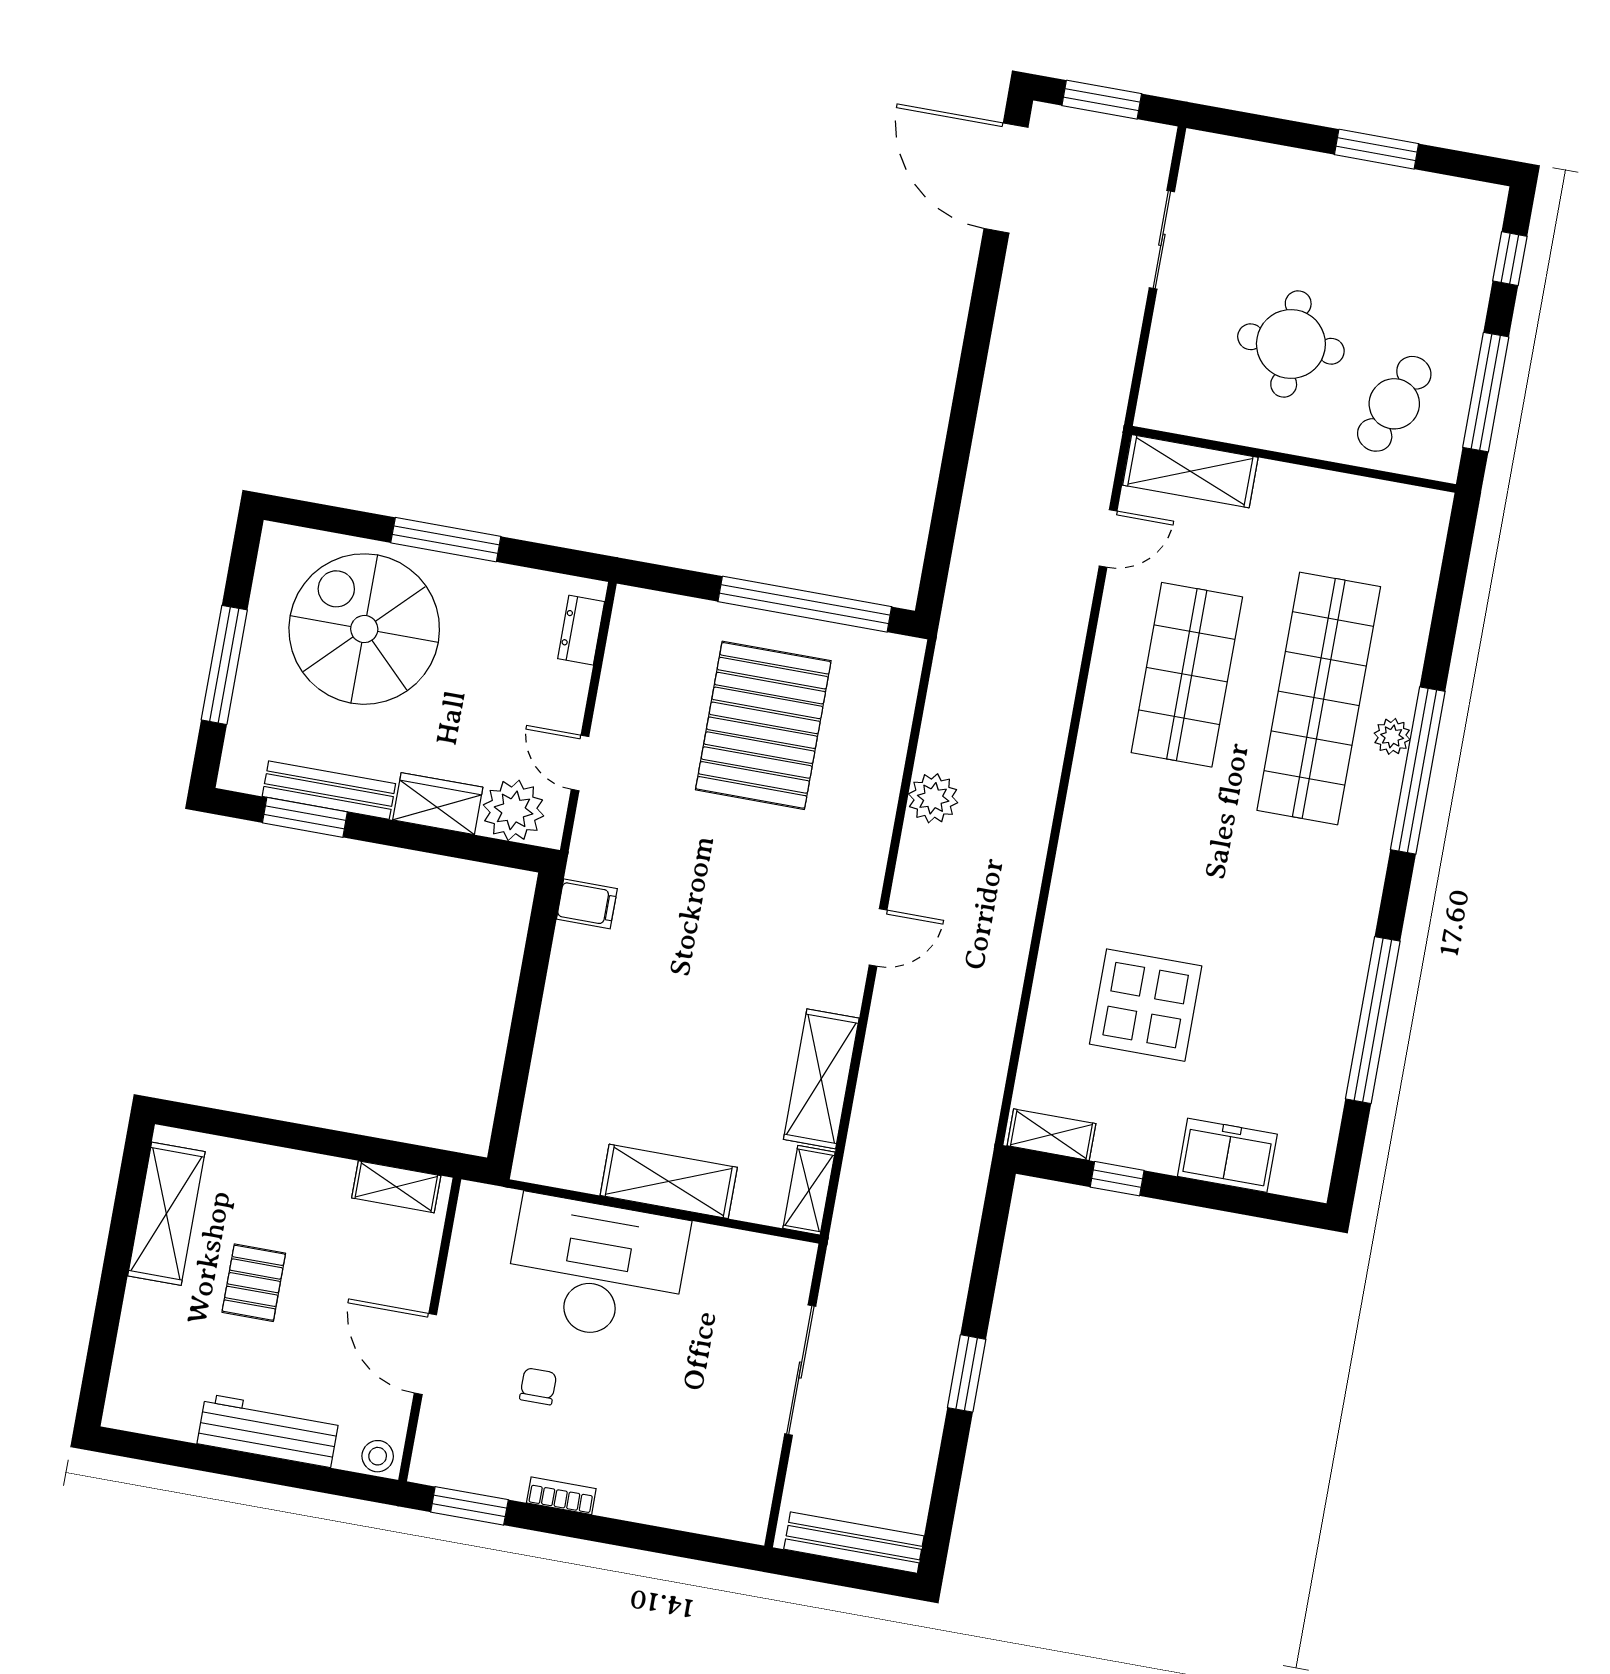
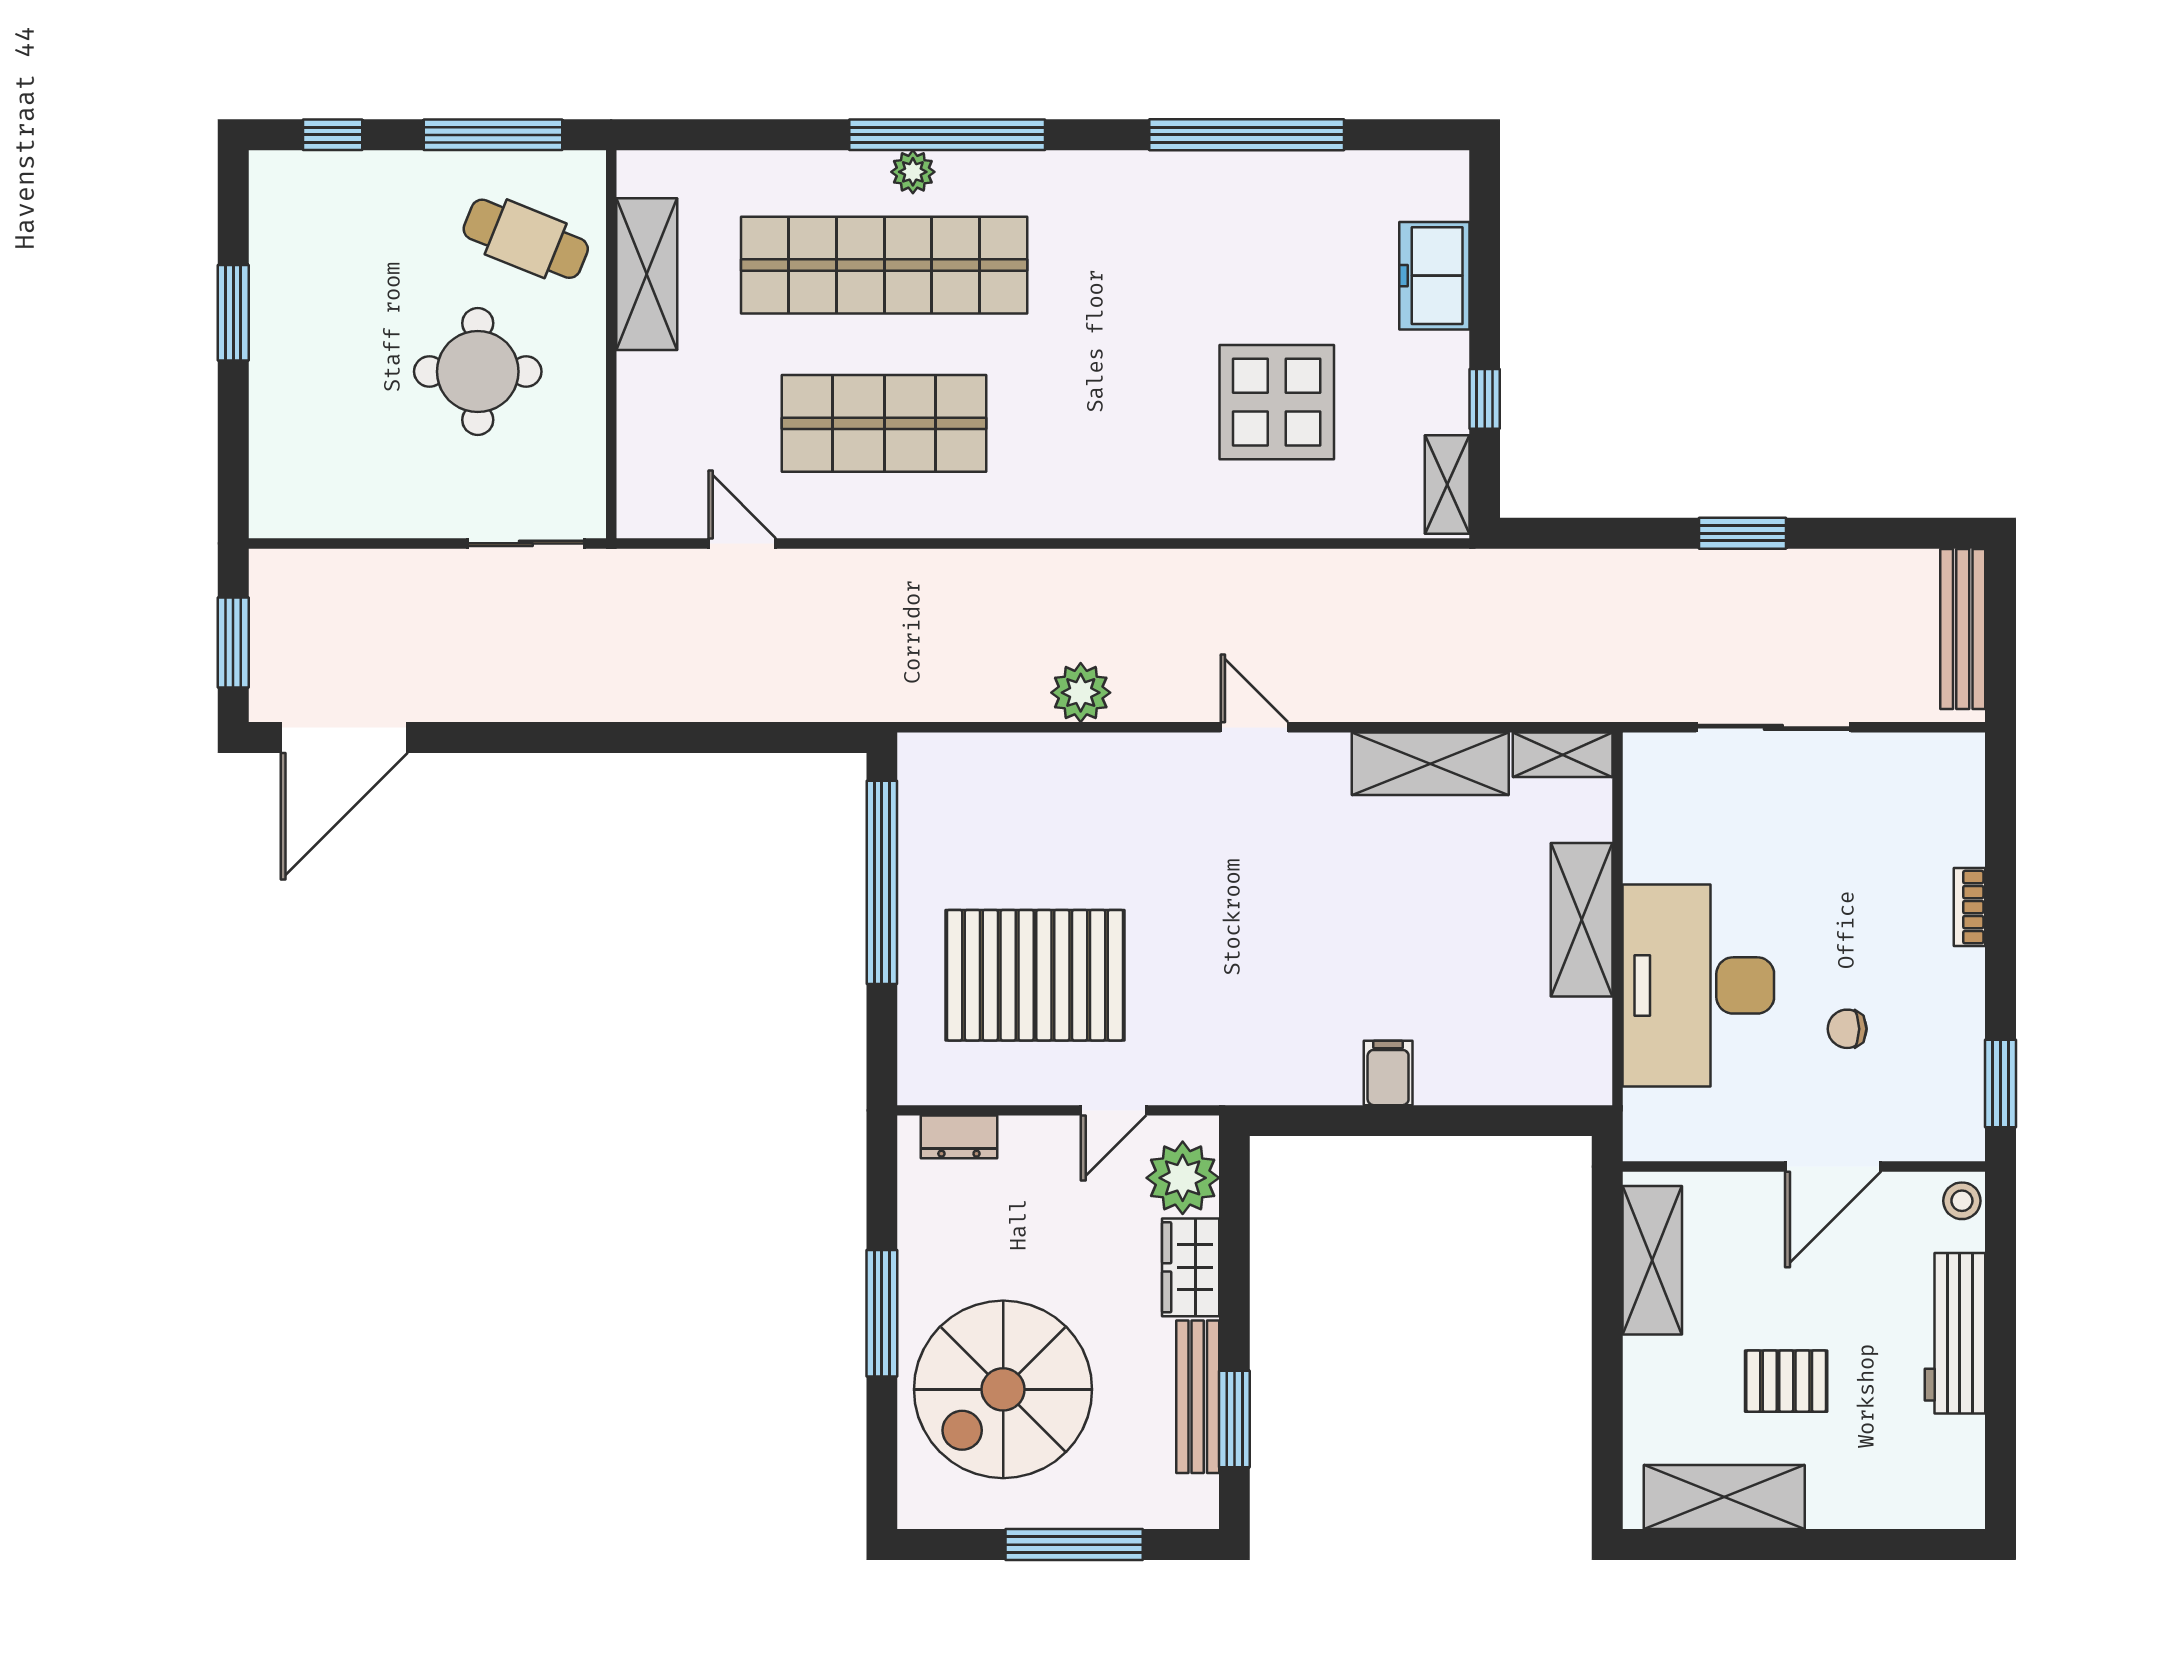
sliding door: (1162, 240) -> (526, 543), moved
shelving: (1190, 471) -> (647, 274), moved
pallet: (763, 725) -> (1035, 975), moved
filing cabinet: (587, 904) -> (1388, 1073), moved
shelving: (396, 1187) -> (1652, 1260), width x1.50, depth x1.33
bookcase: (561, 1496) -> (1970, 907), moved

